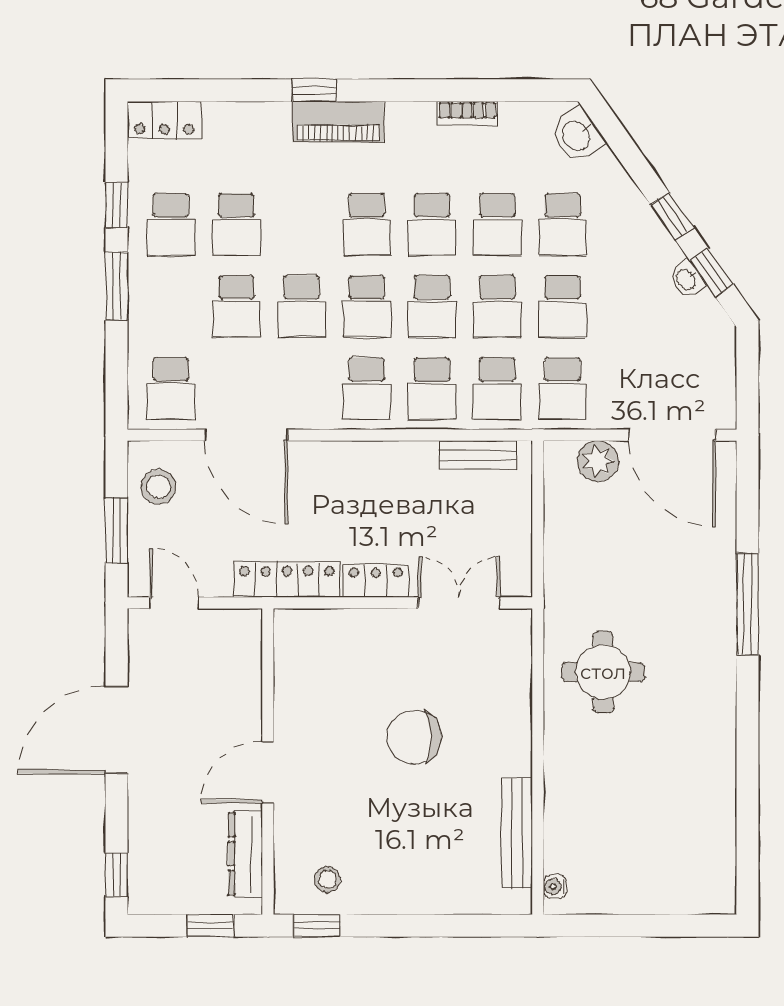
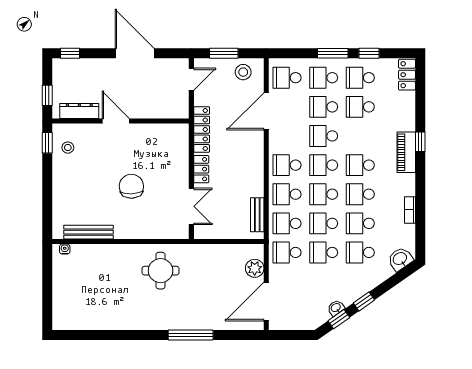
school desk: (171, 306) -> (324, 78), added

